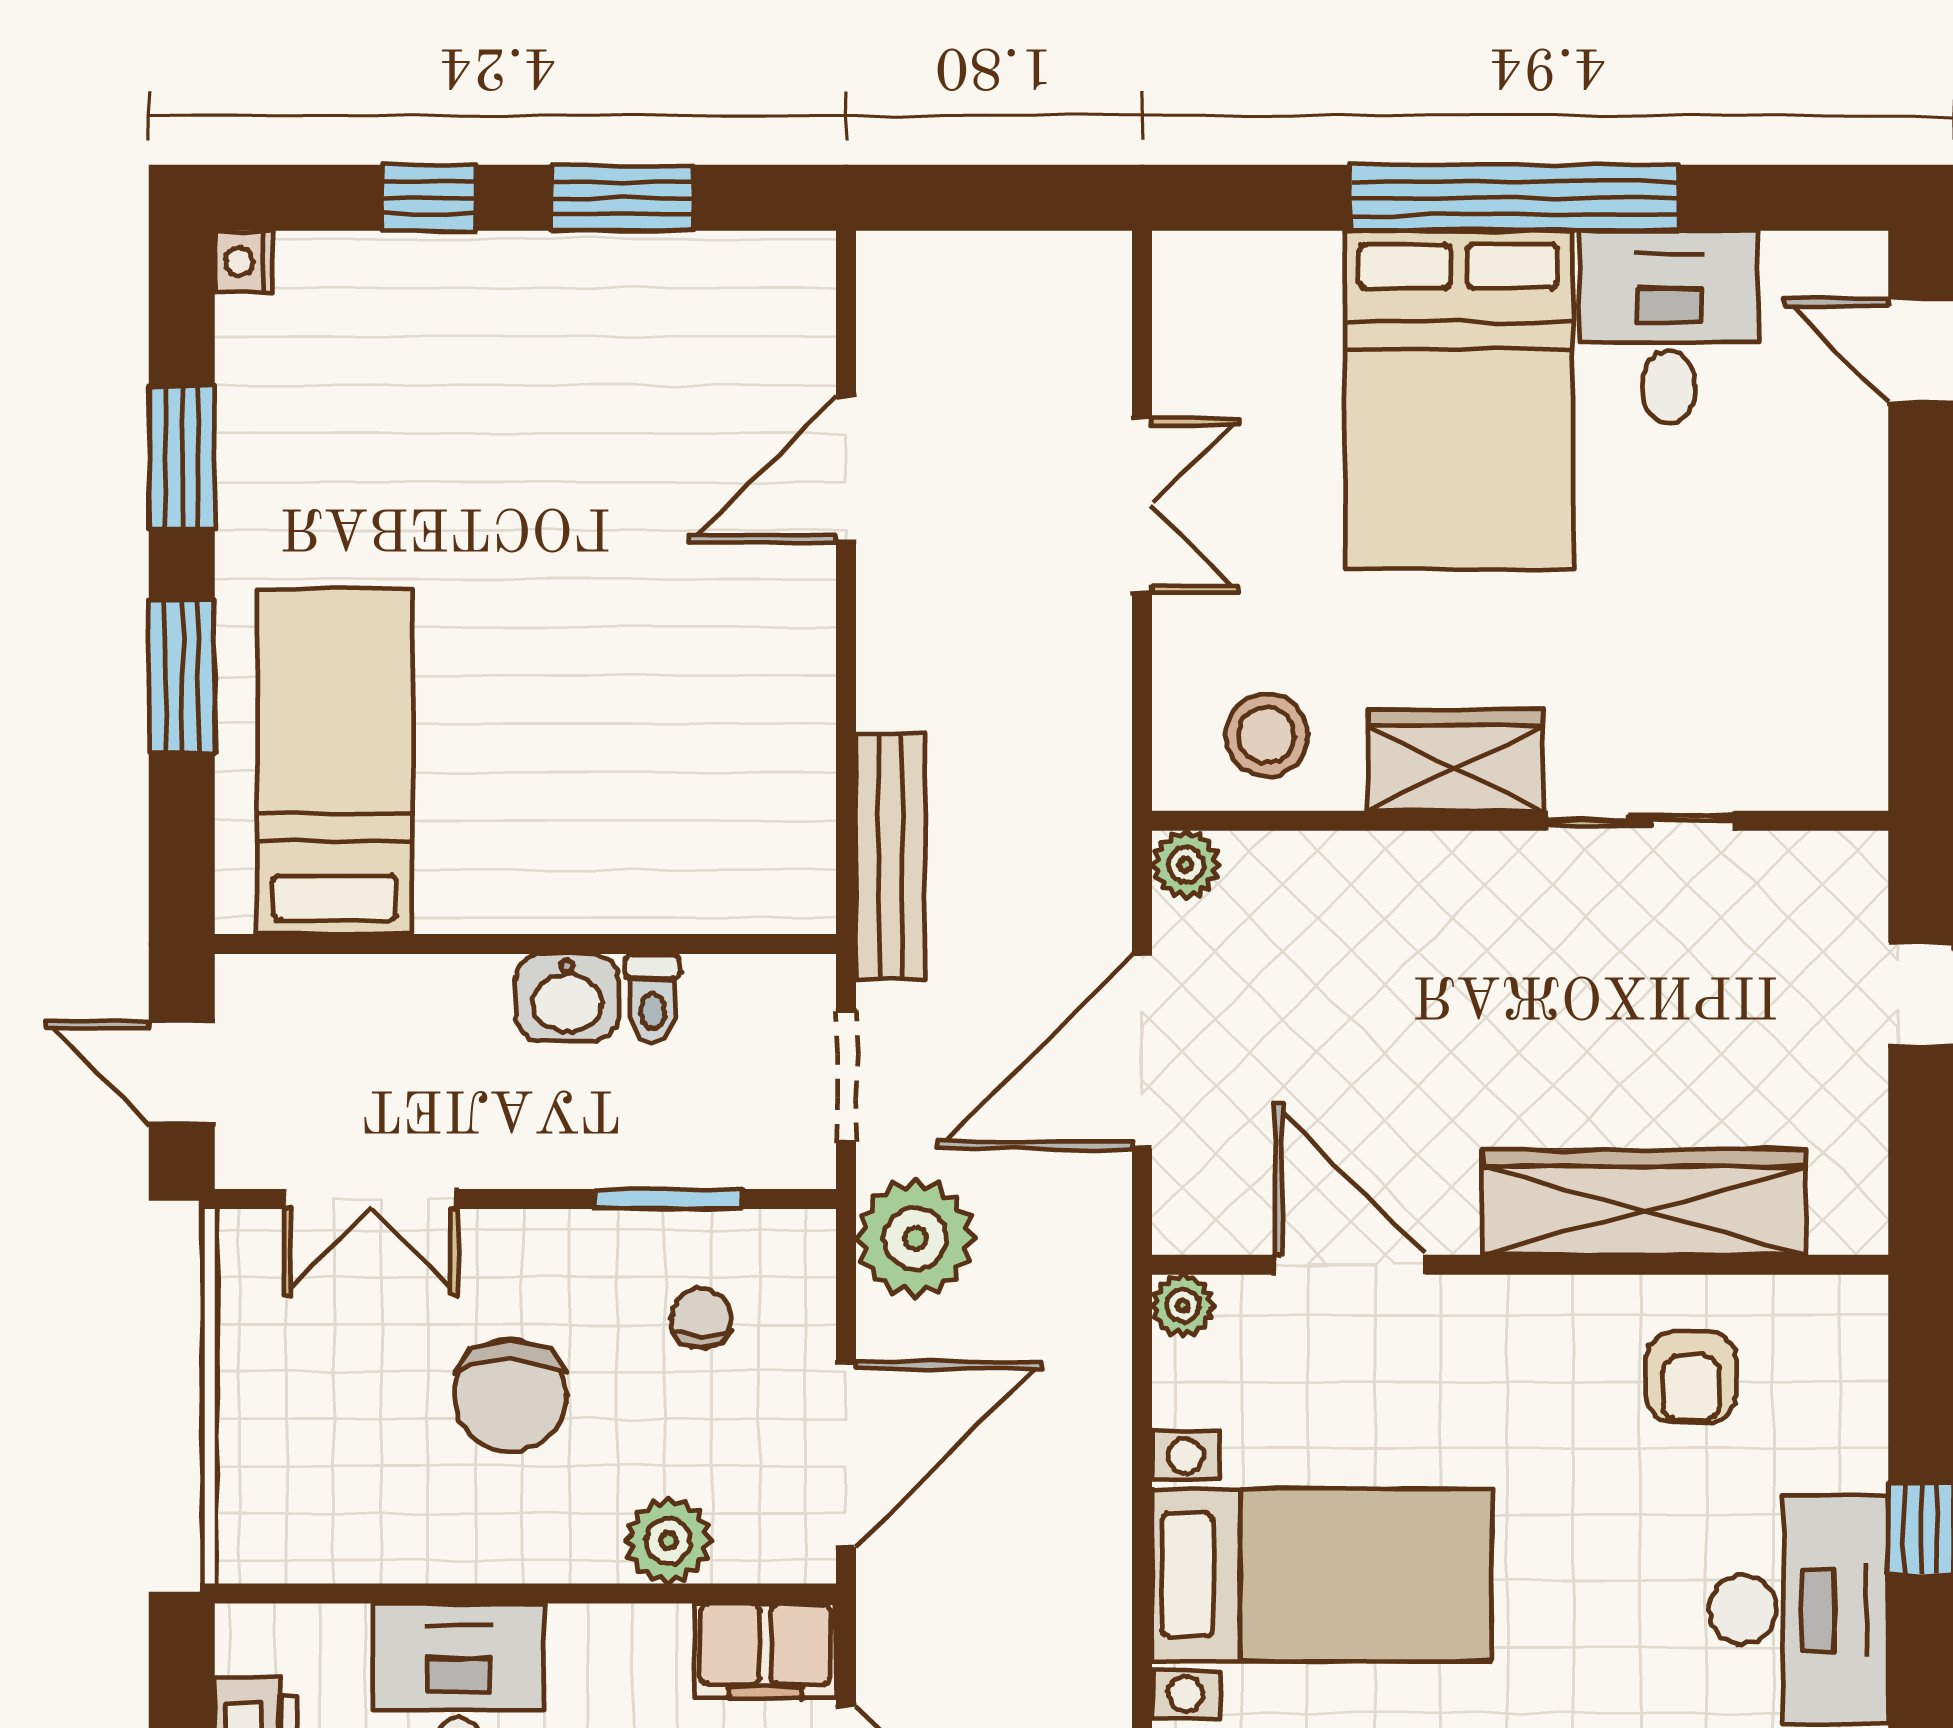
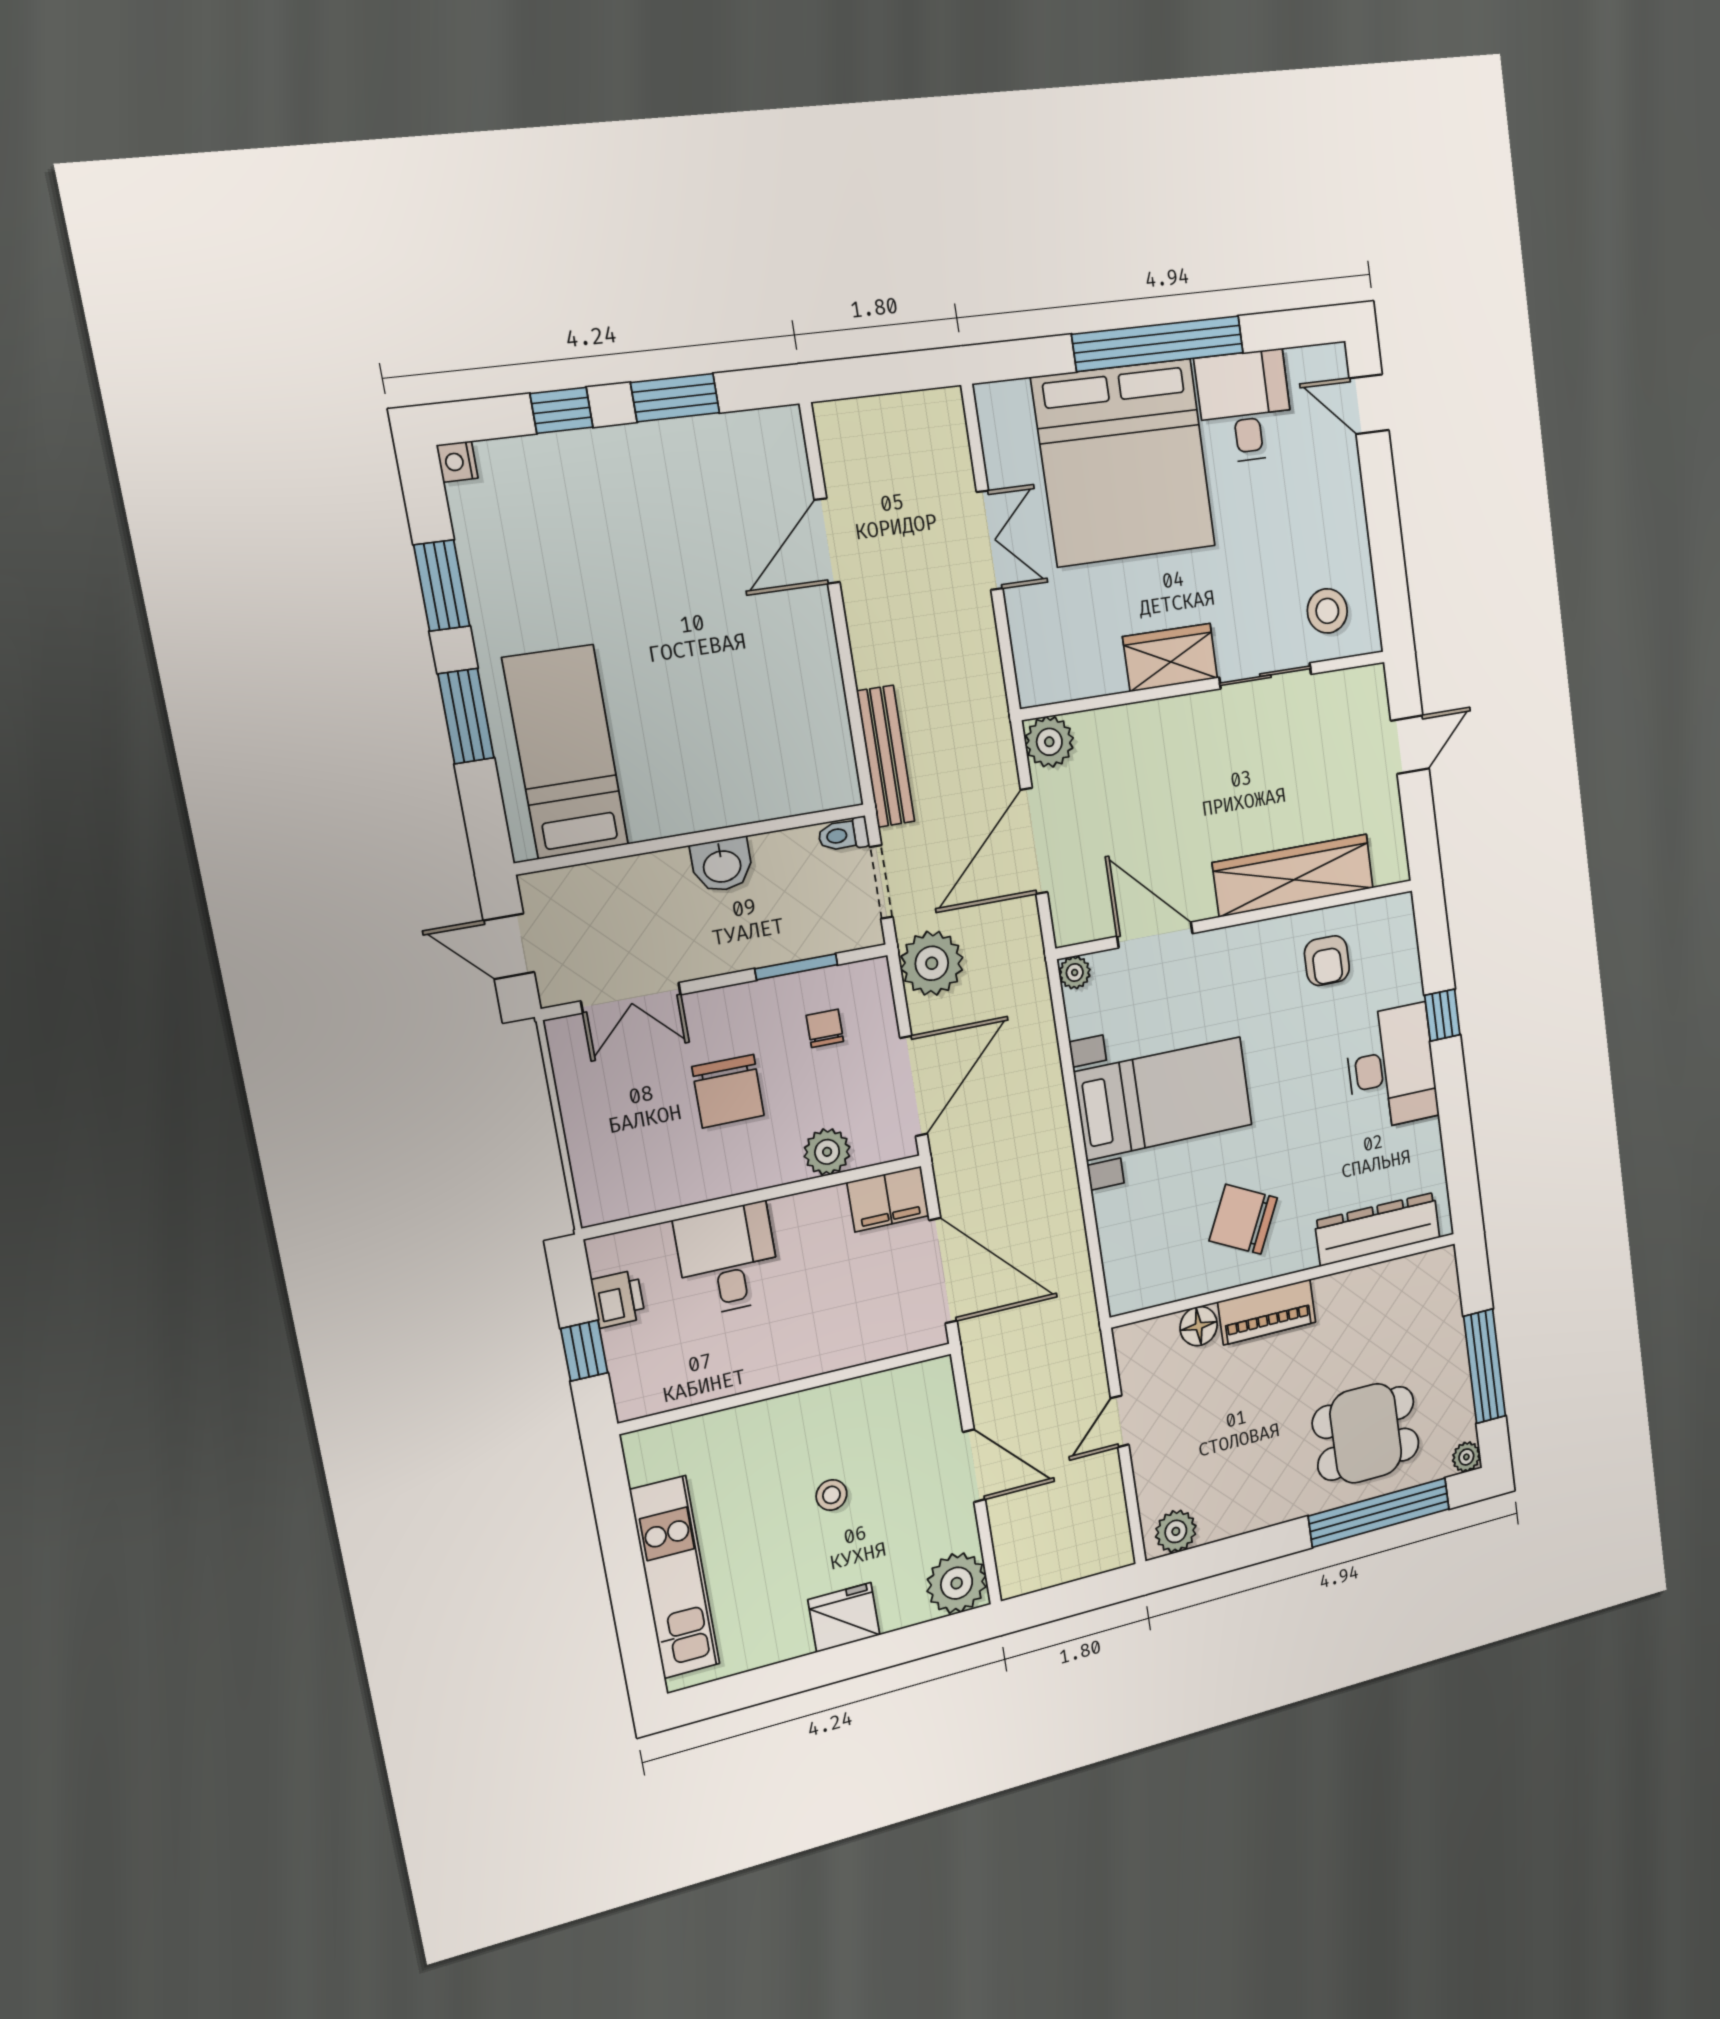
bed: (1459, 400) -> (1124, 463), width x1.36
stool: (1266, 735) -> (1327, 611), moved
plant: (1186, 865) -> (1049, 742), width x1.38, depth x1.38
toilet: (653, 999) -> (844, 835), moved, turned 90

